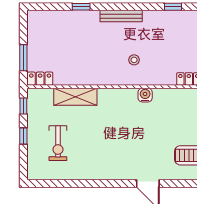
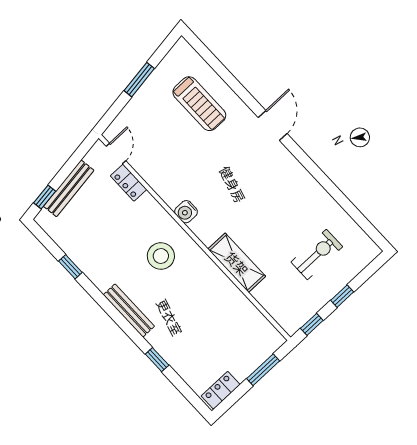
stool: (134, 60) -> (161, 256), width x1.89, depth x1.89
locker: (40, 79) -> (221, 390), moved, turned 90
shelving: (75, 97) -> (237, 263), moved

